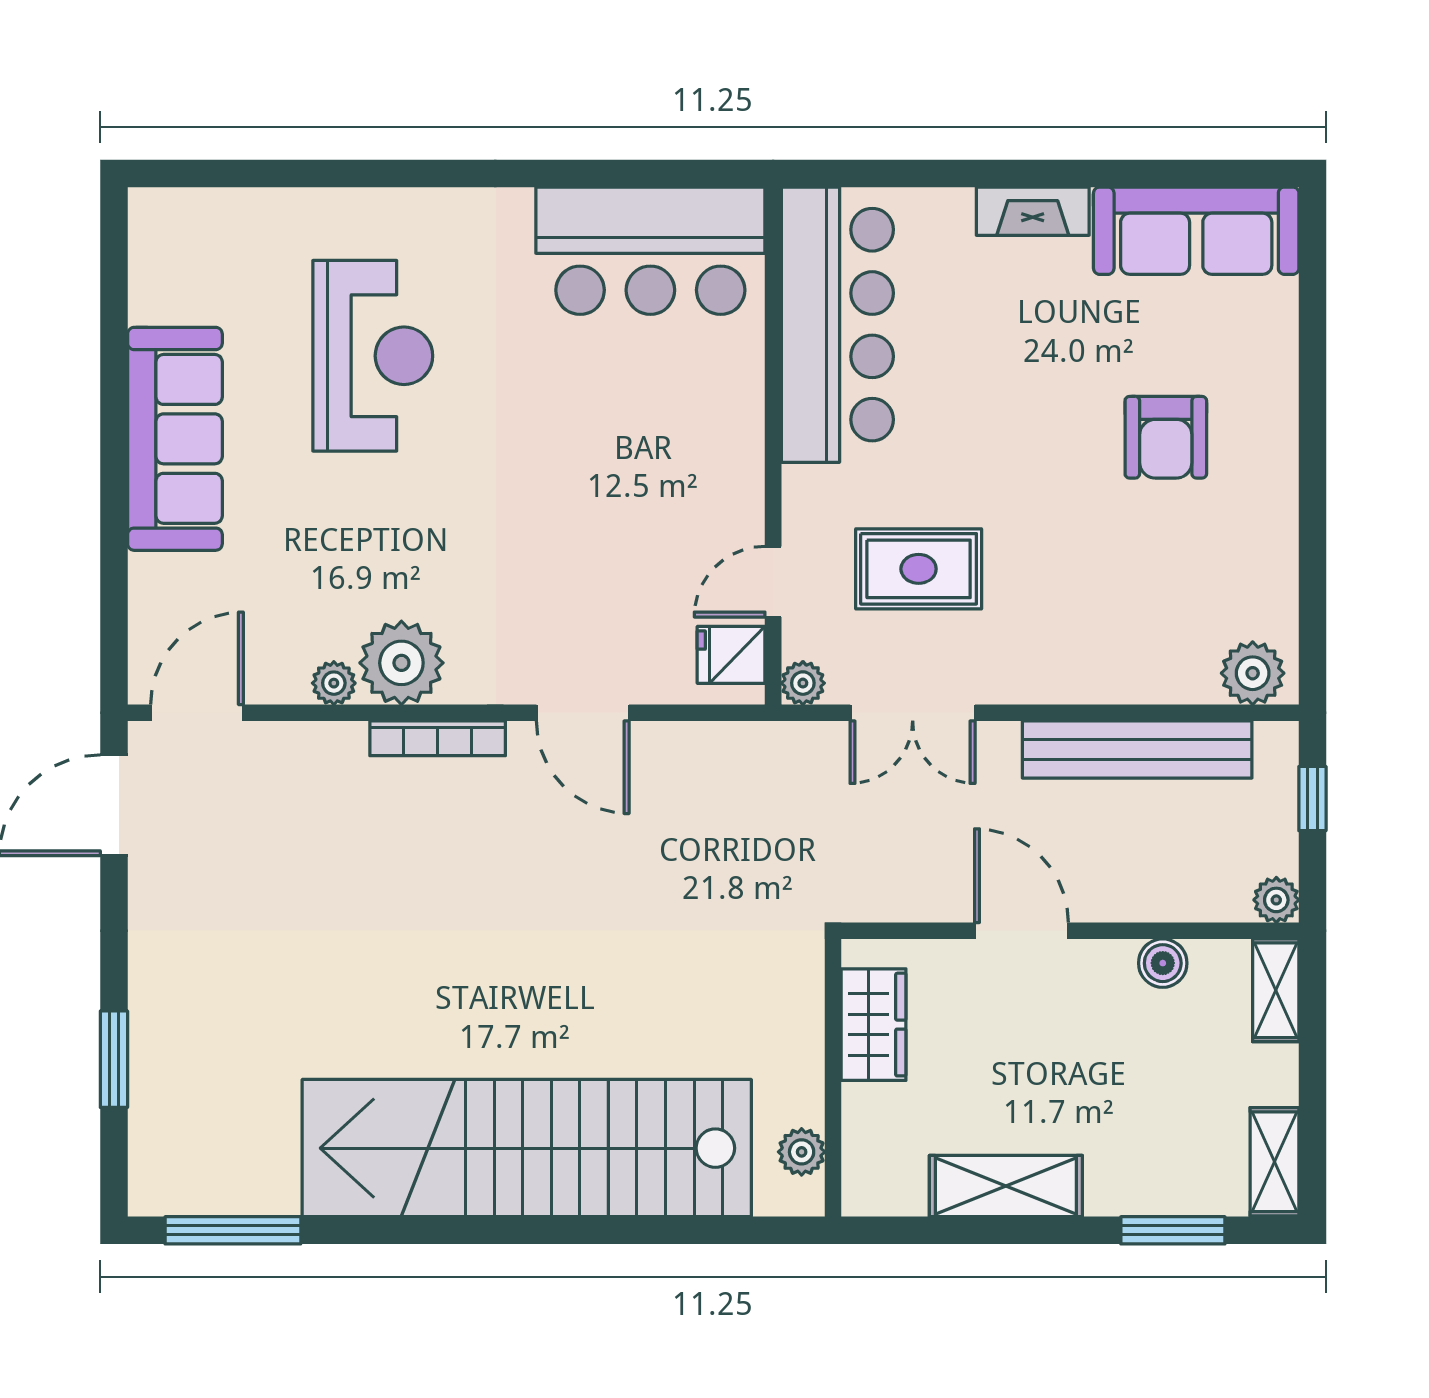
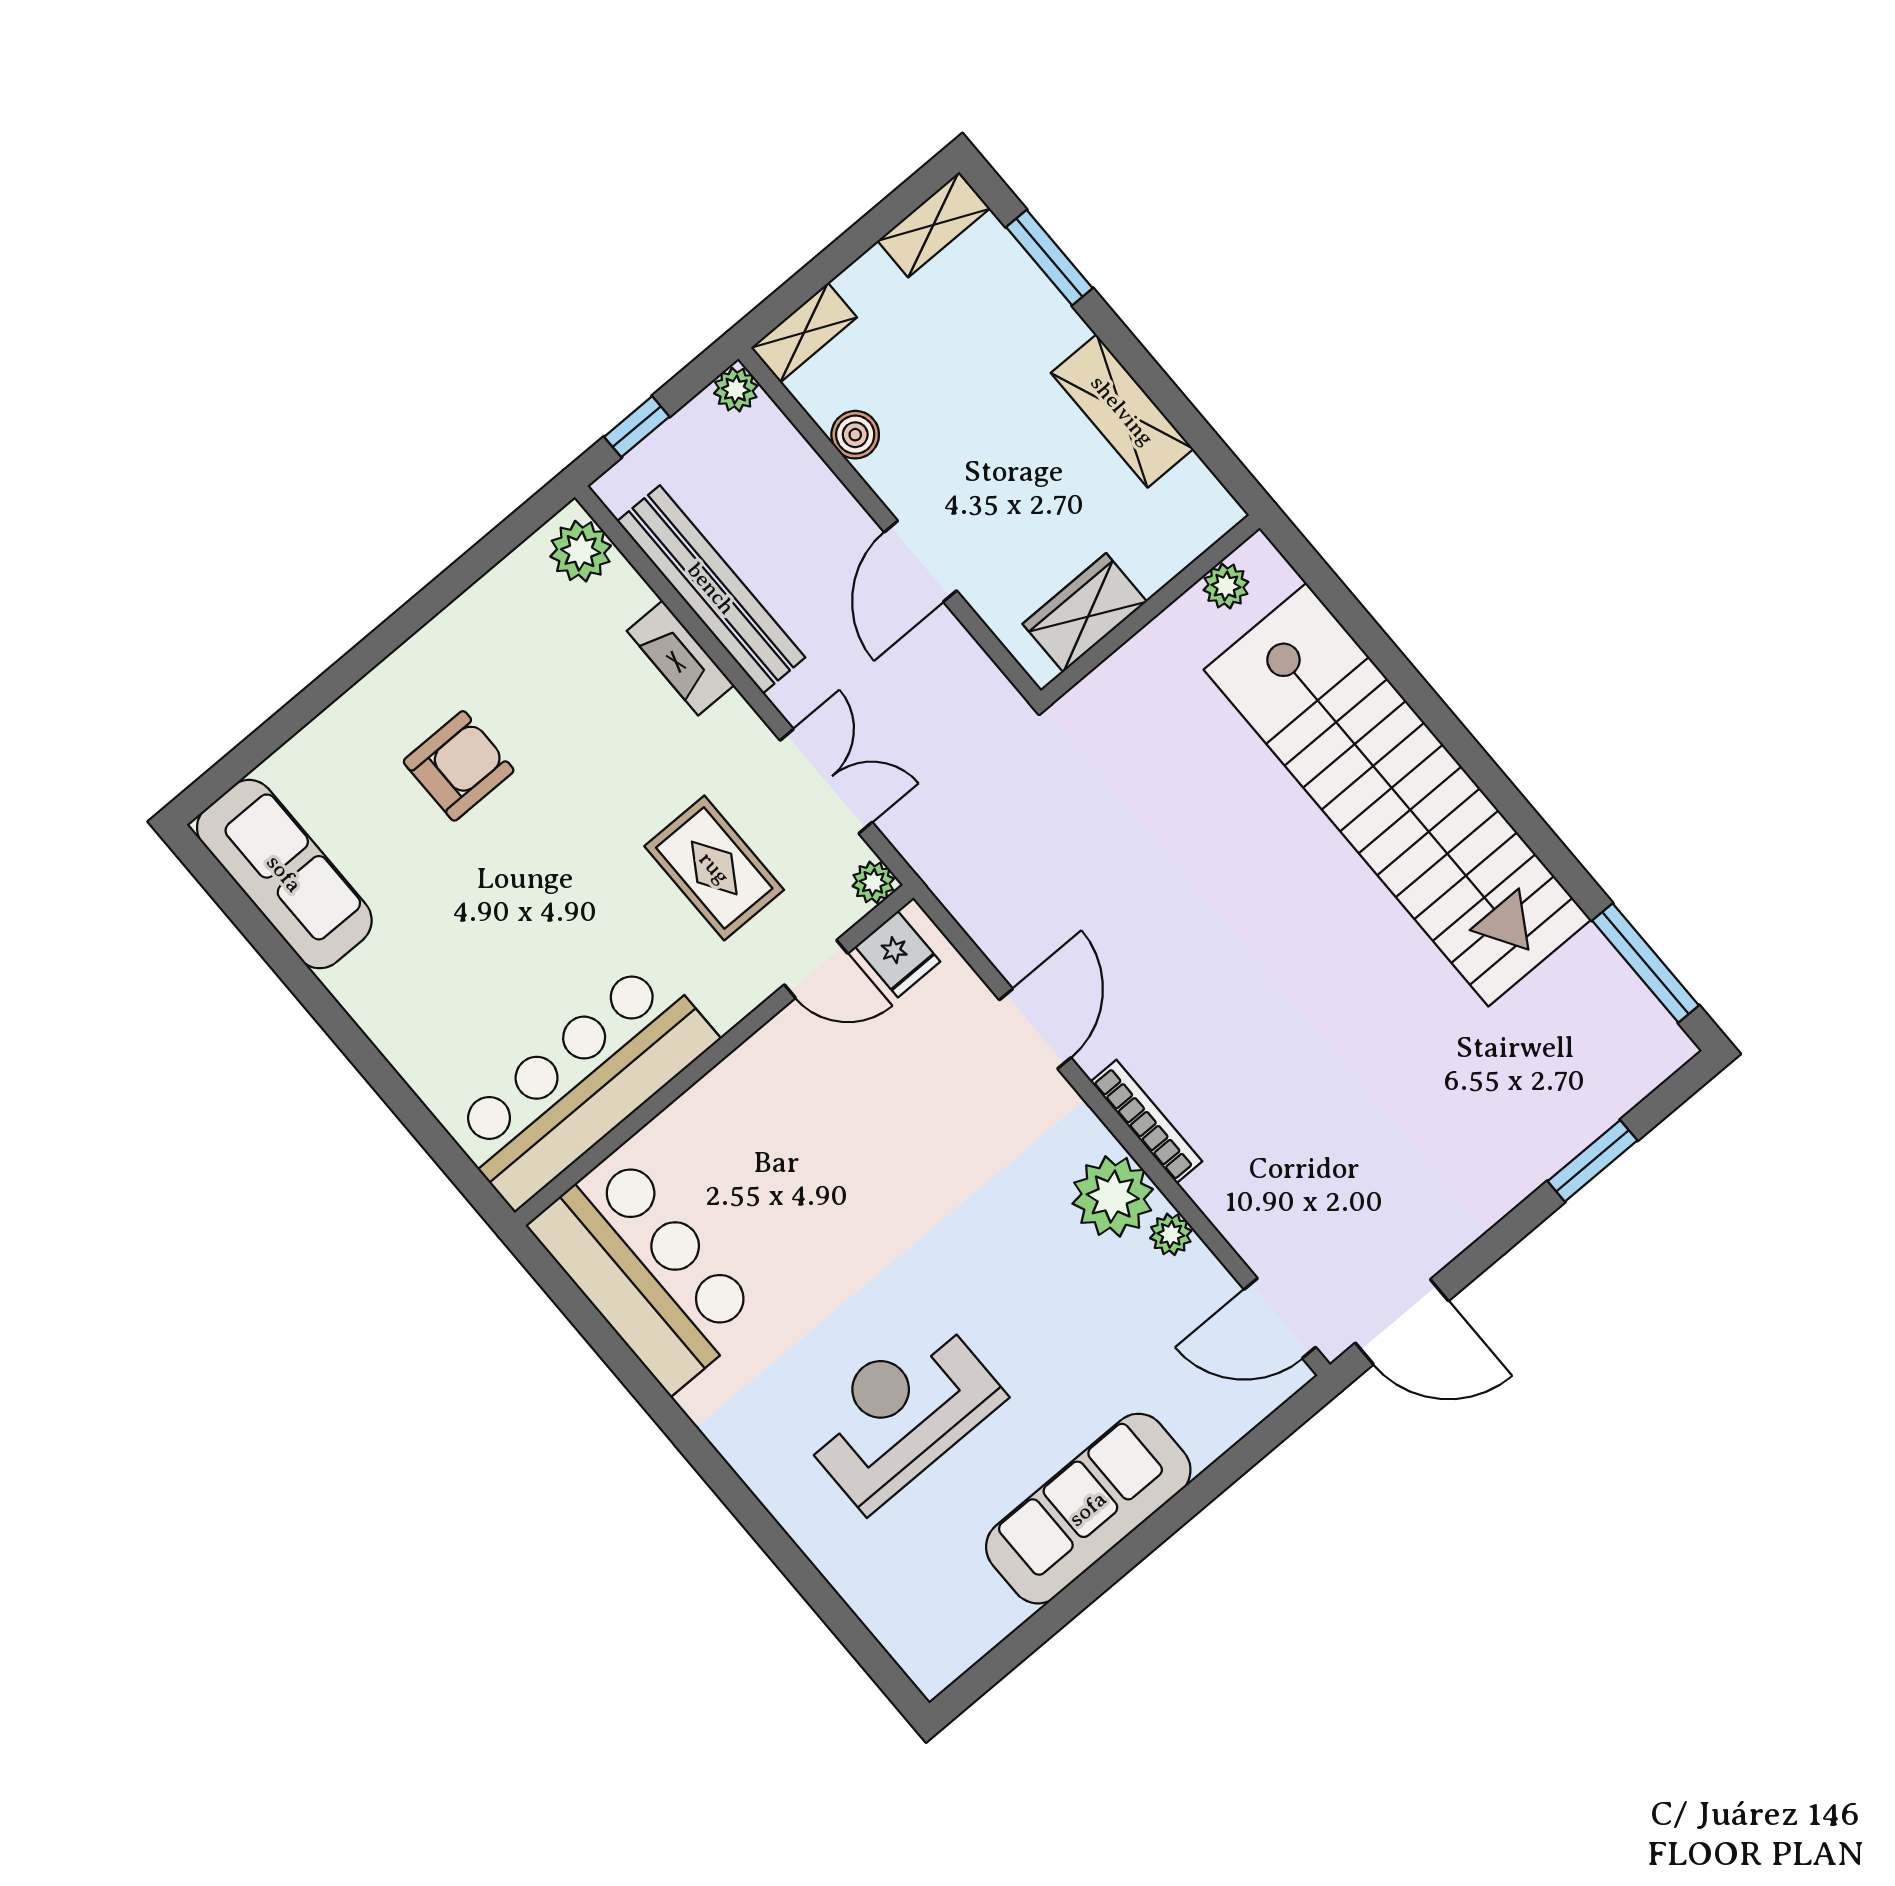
fireplace: (1033, 211) -> (680, 658), moved, turned 180

